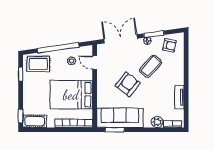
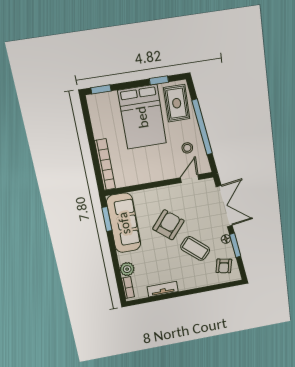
armchair: (128, 84) -> (168, 225), turned -88
bed: (71, 95) -> (142, 117), moved, turned 180
cot: (35, 121) -> (98, 111), removed

